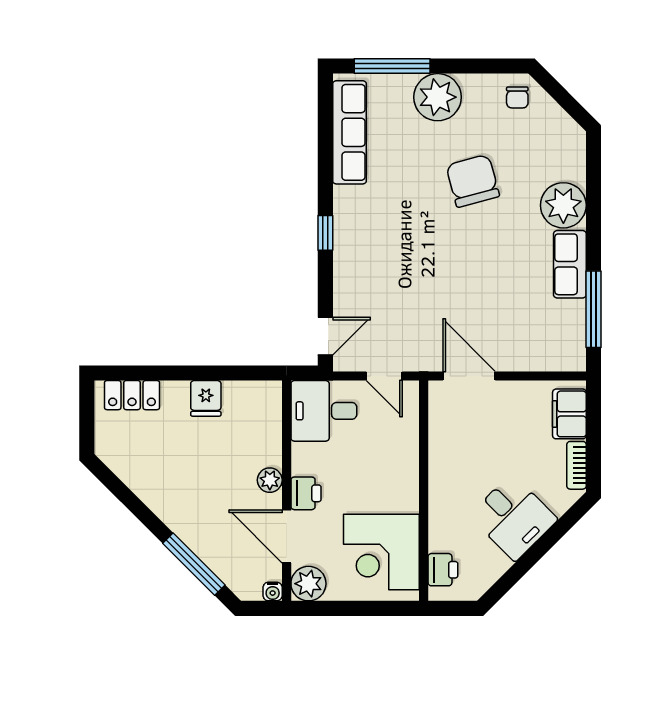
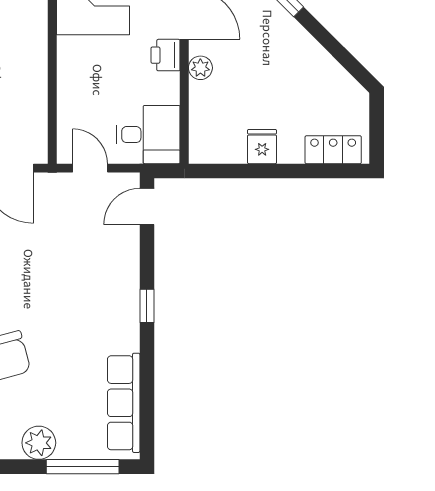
plant: (438, 97) -> (39, 443), width x0.73, depth x0.73

